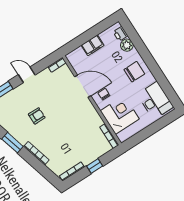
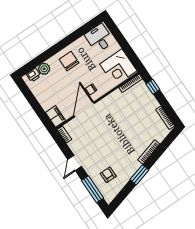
filing cabinet: (93, 45) -> (55, 116), moved
desk: (155, 101) -> (99, 38), width x0.73
corner desk: (120, 115) -> (118, 67), moved, turned -90
armchair: (37, 116) -> (108, 175), moved
window: (95, 166) -> (153, 87), moved

